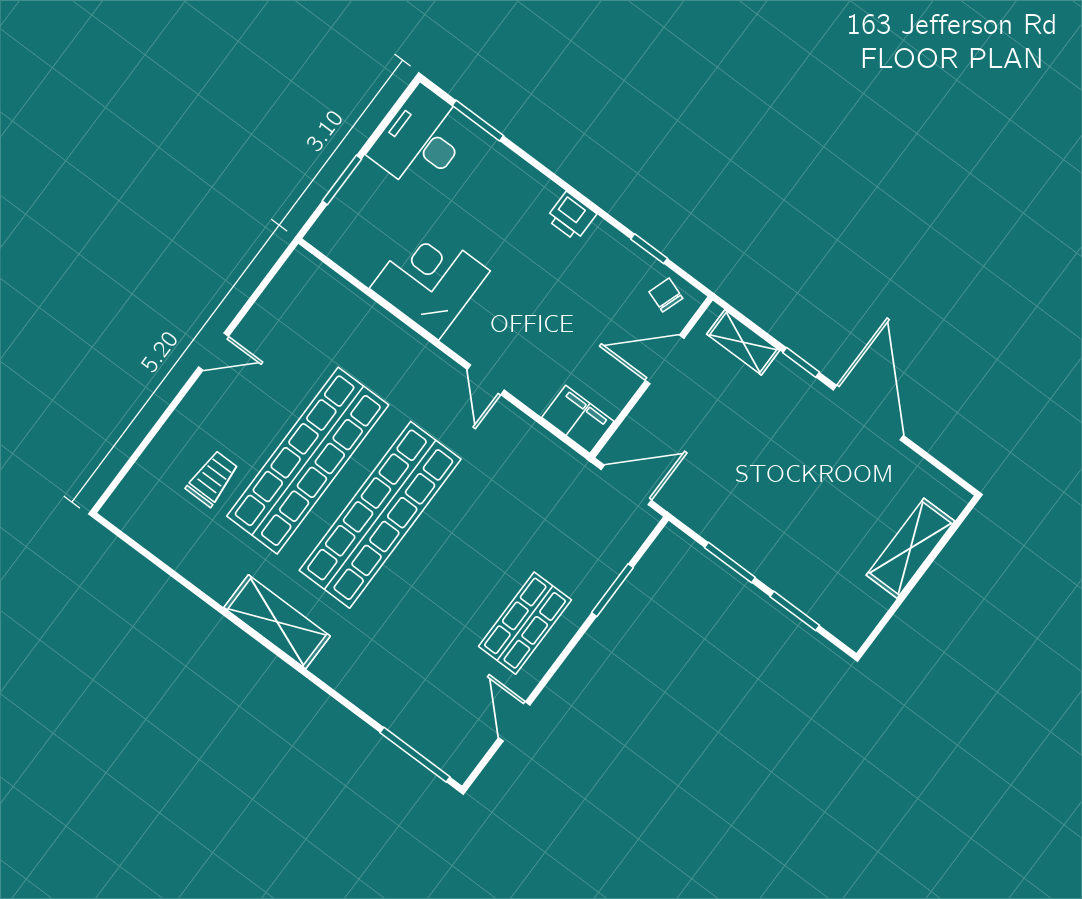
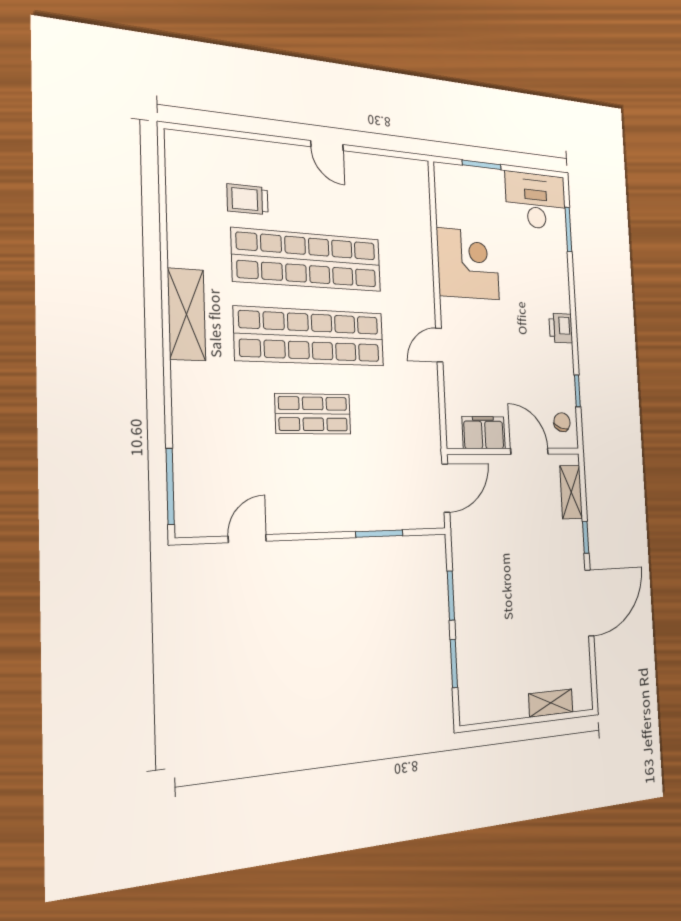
filing cabinet: (578, 419) -> (484, 433), moved, turned -90
trolley: (212, 479) -> (248, 199), turned 180
door: (626, 485) -> (446, 488), hinge flipped
shelving: (911, 548) -> (551, 703), width x0.67, depth x0.75
shop shelf: (525, 623) -> (313, 414), moved

